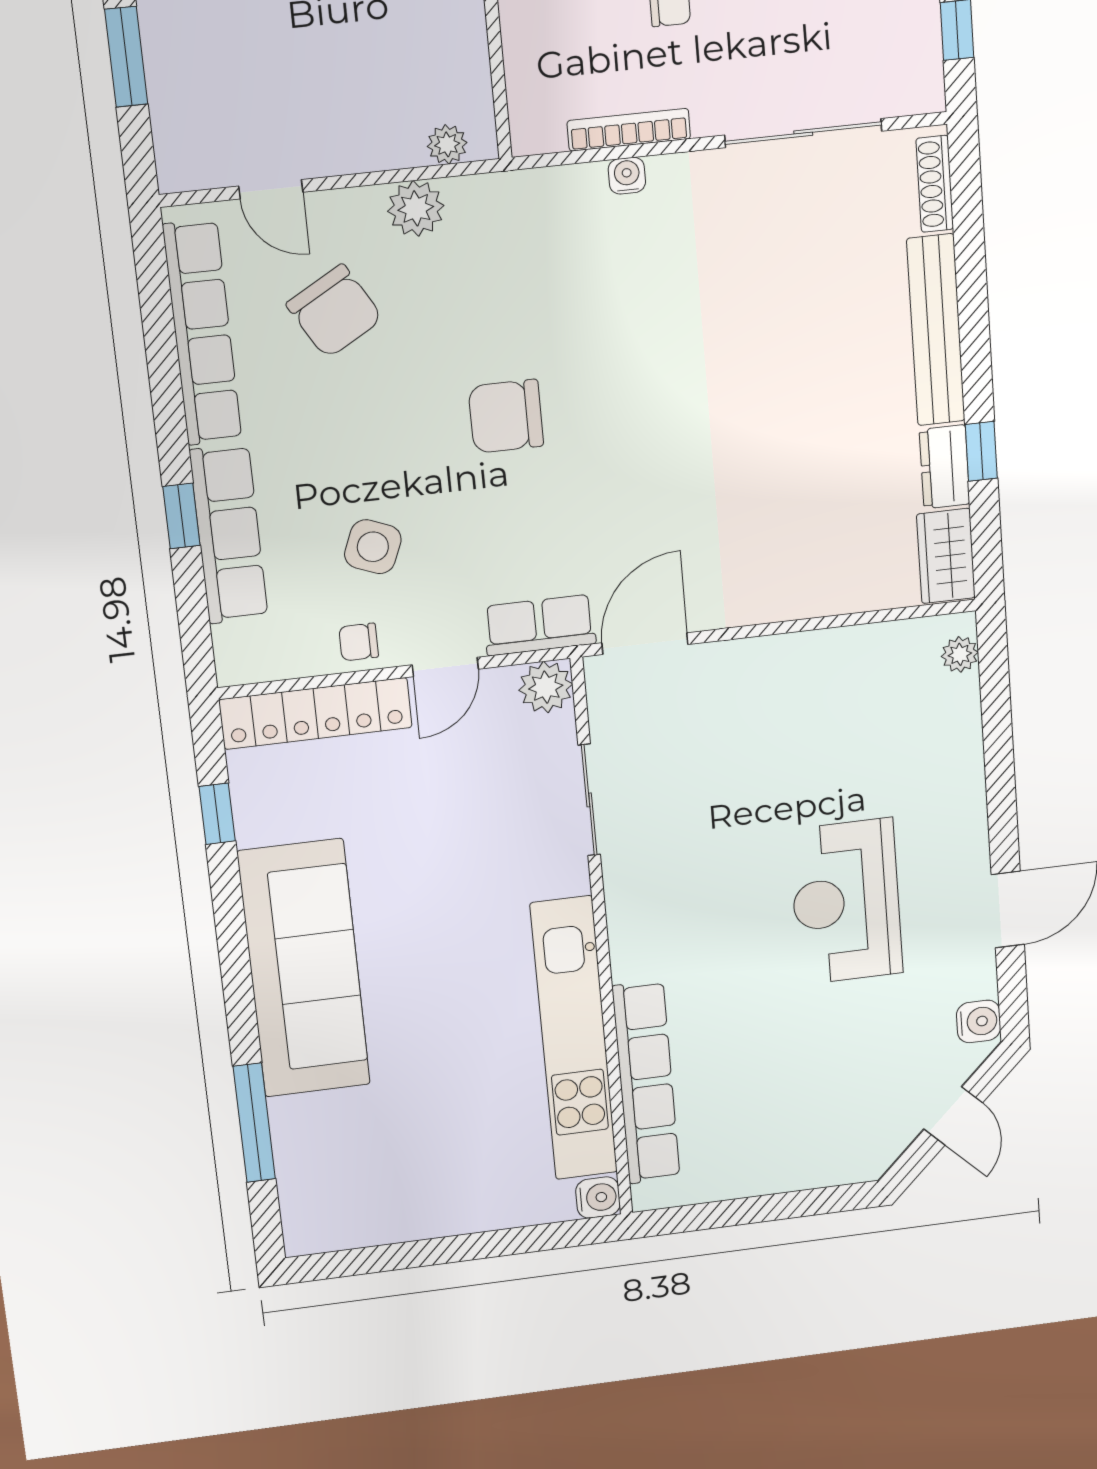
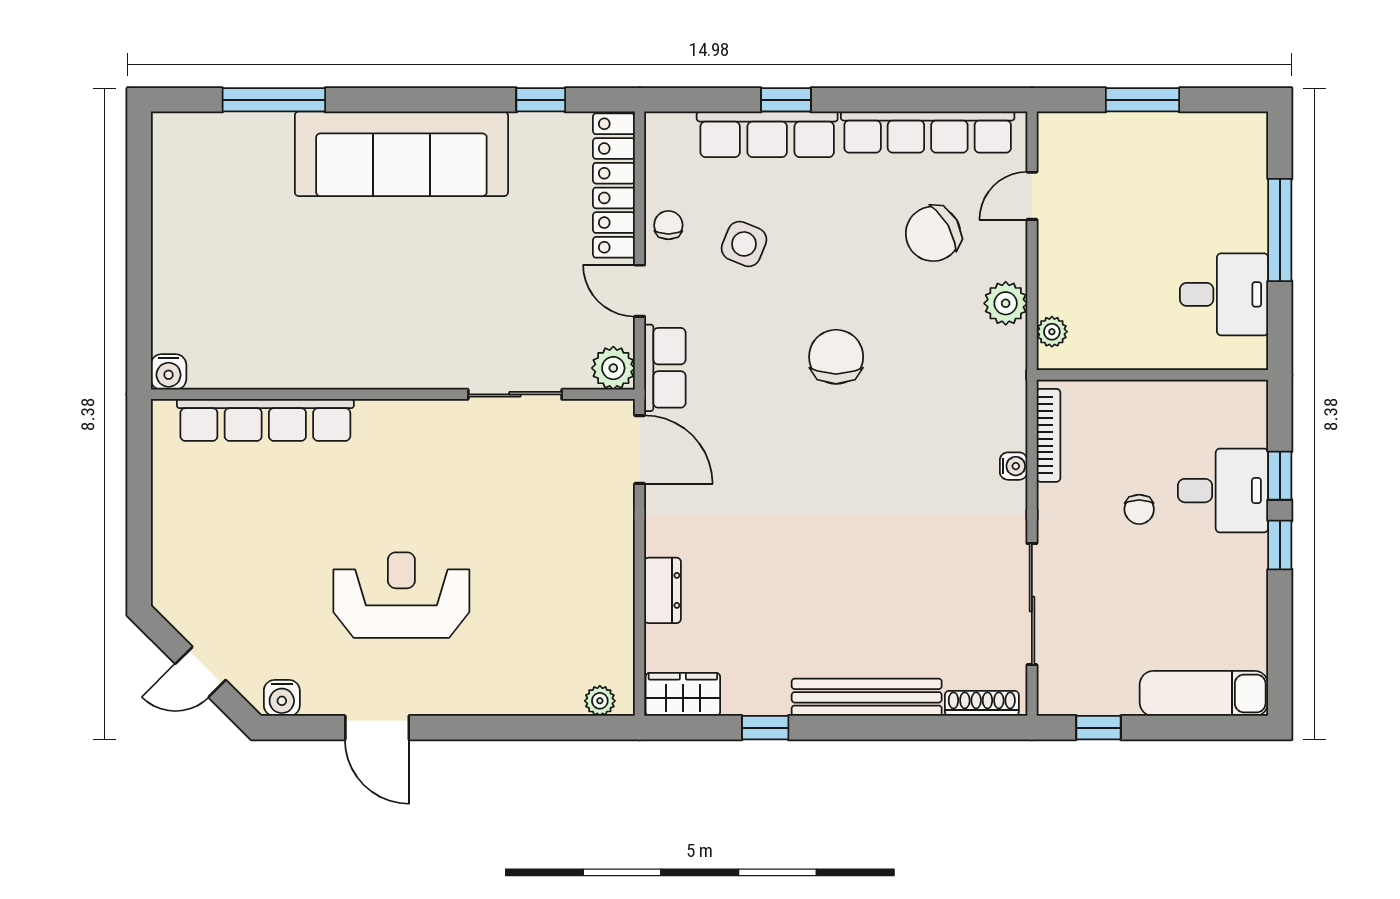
bookcase: (629, 130) -> (1049, 435), moved
dresser: (945, 467) -> (663, 590), moved, turned 90
kitchen unit: (574, 1039) -> (312, 364), removed

